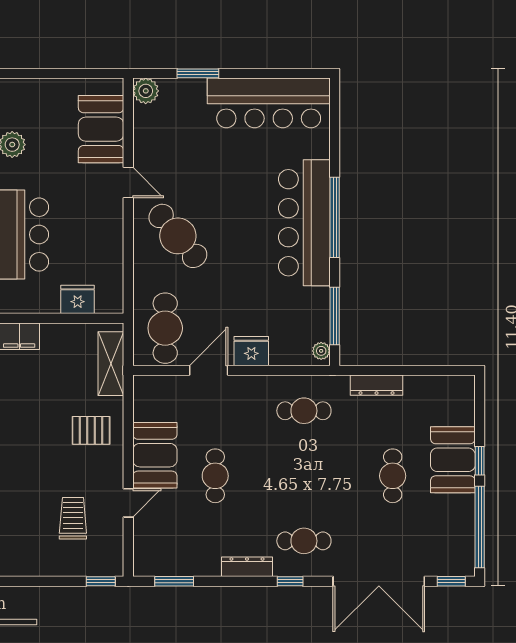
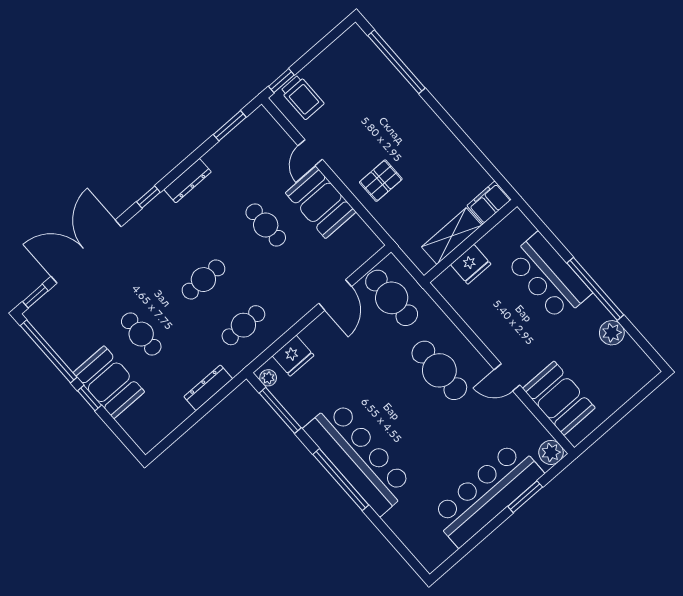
bar counter: (269, 103) -> (487, 494), moved
cafe table: (178, 236) -> (439, 370), turned 40
fridge: (251, 351) -> (293, 356), moved
shelving: (111, 364) -> (452, 236), moved, turned 90
trolley: (73, 518) -> (302, 97), moved
cafe table: (304, 541) -> (203, 280), moved

